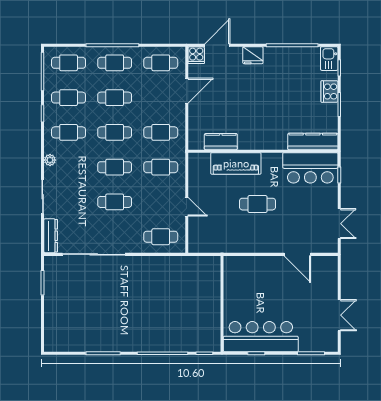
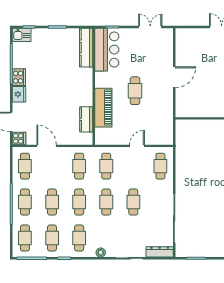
cooker: (330, 91) -> (19, 77), moved, turned -90
door: (297, 254) -> (174, 77), moved

